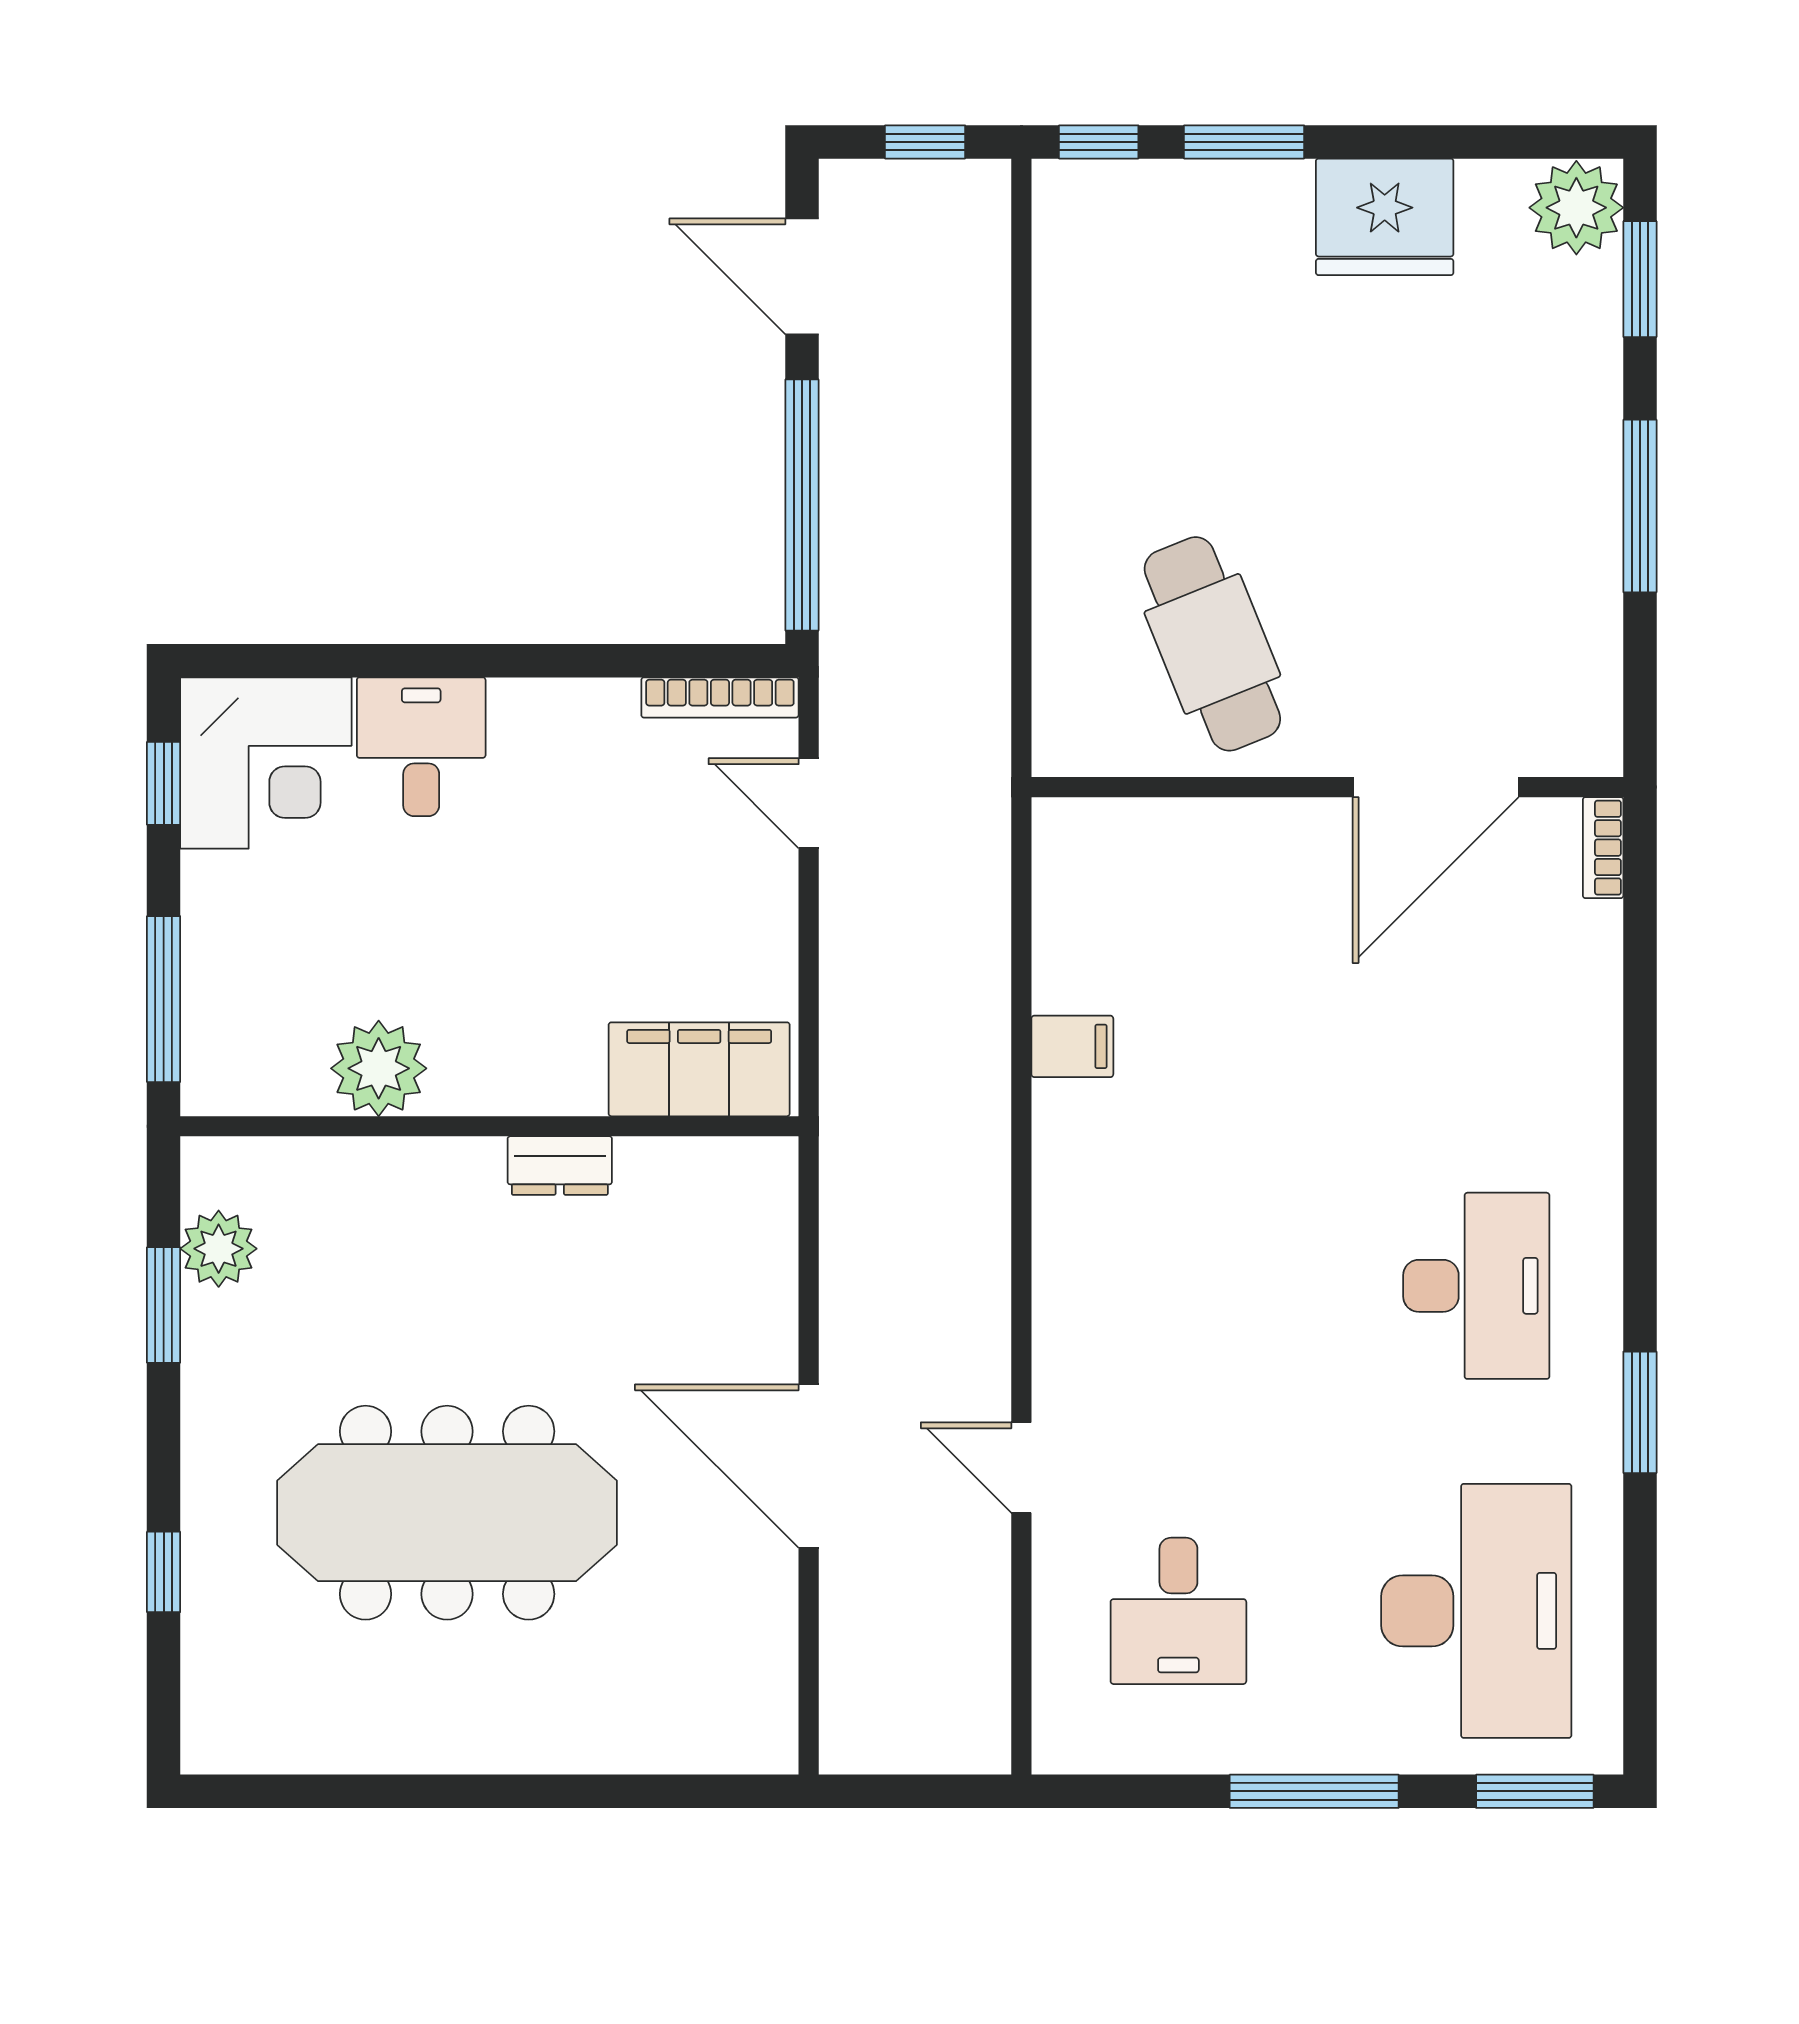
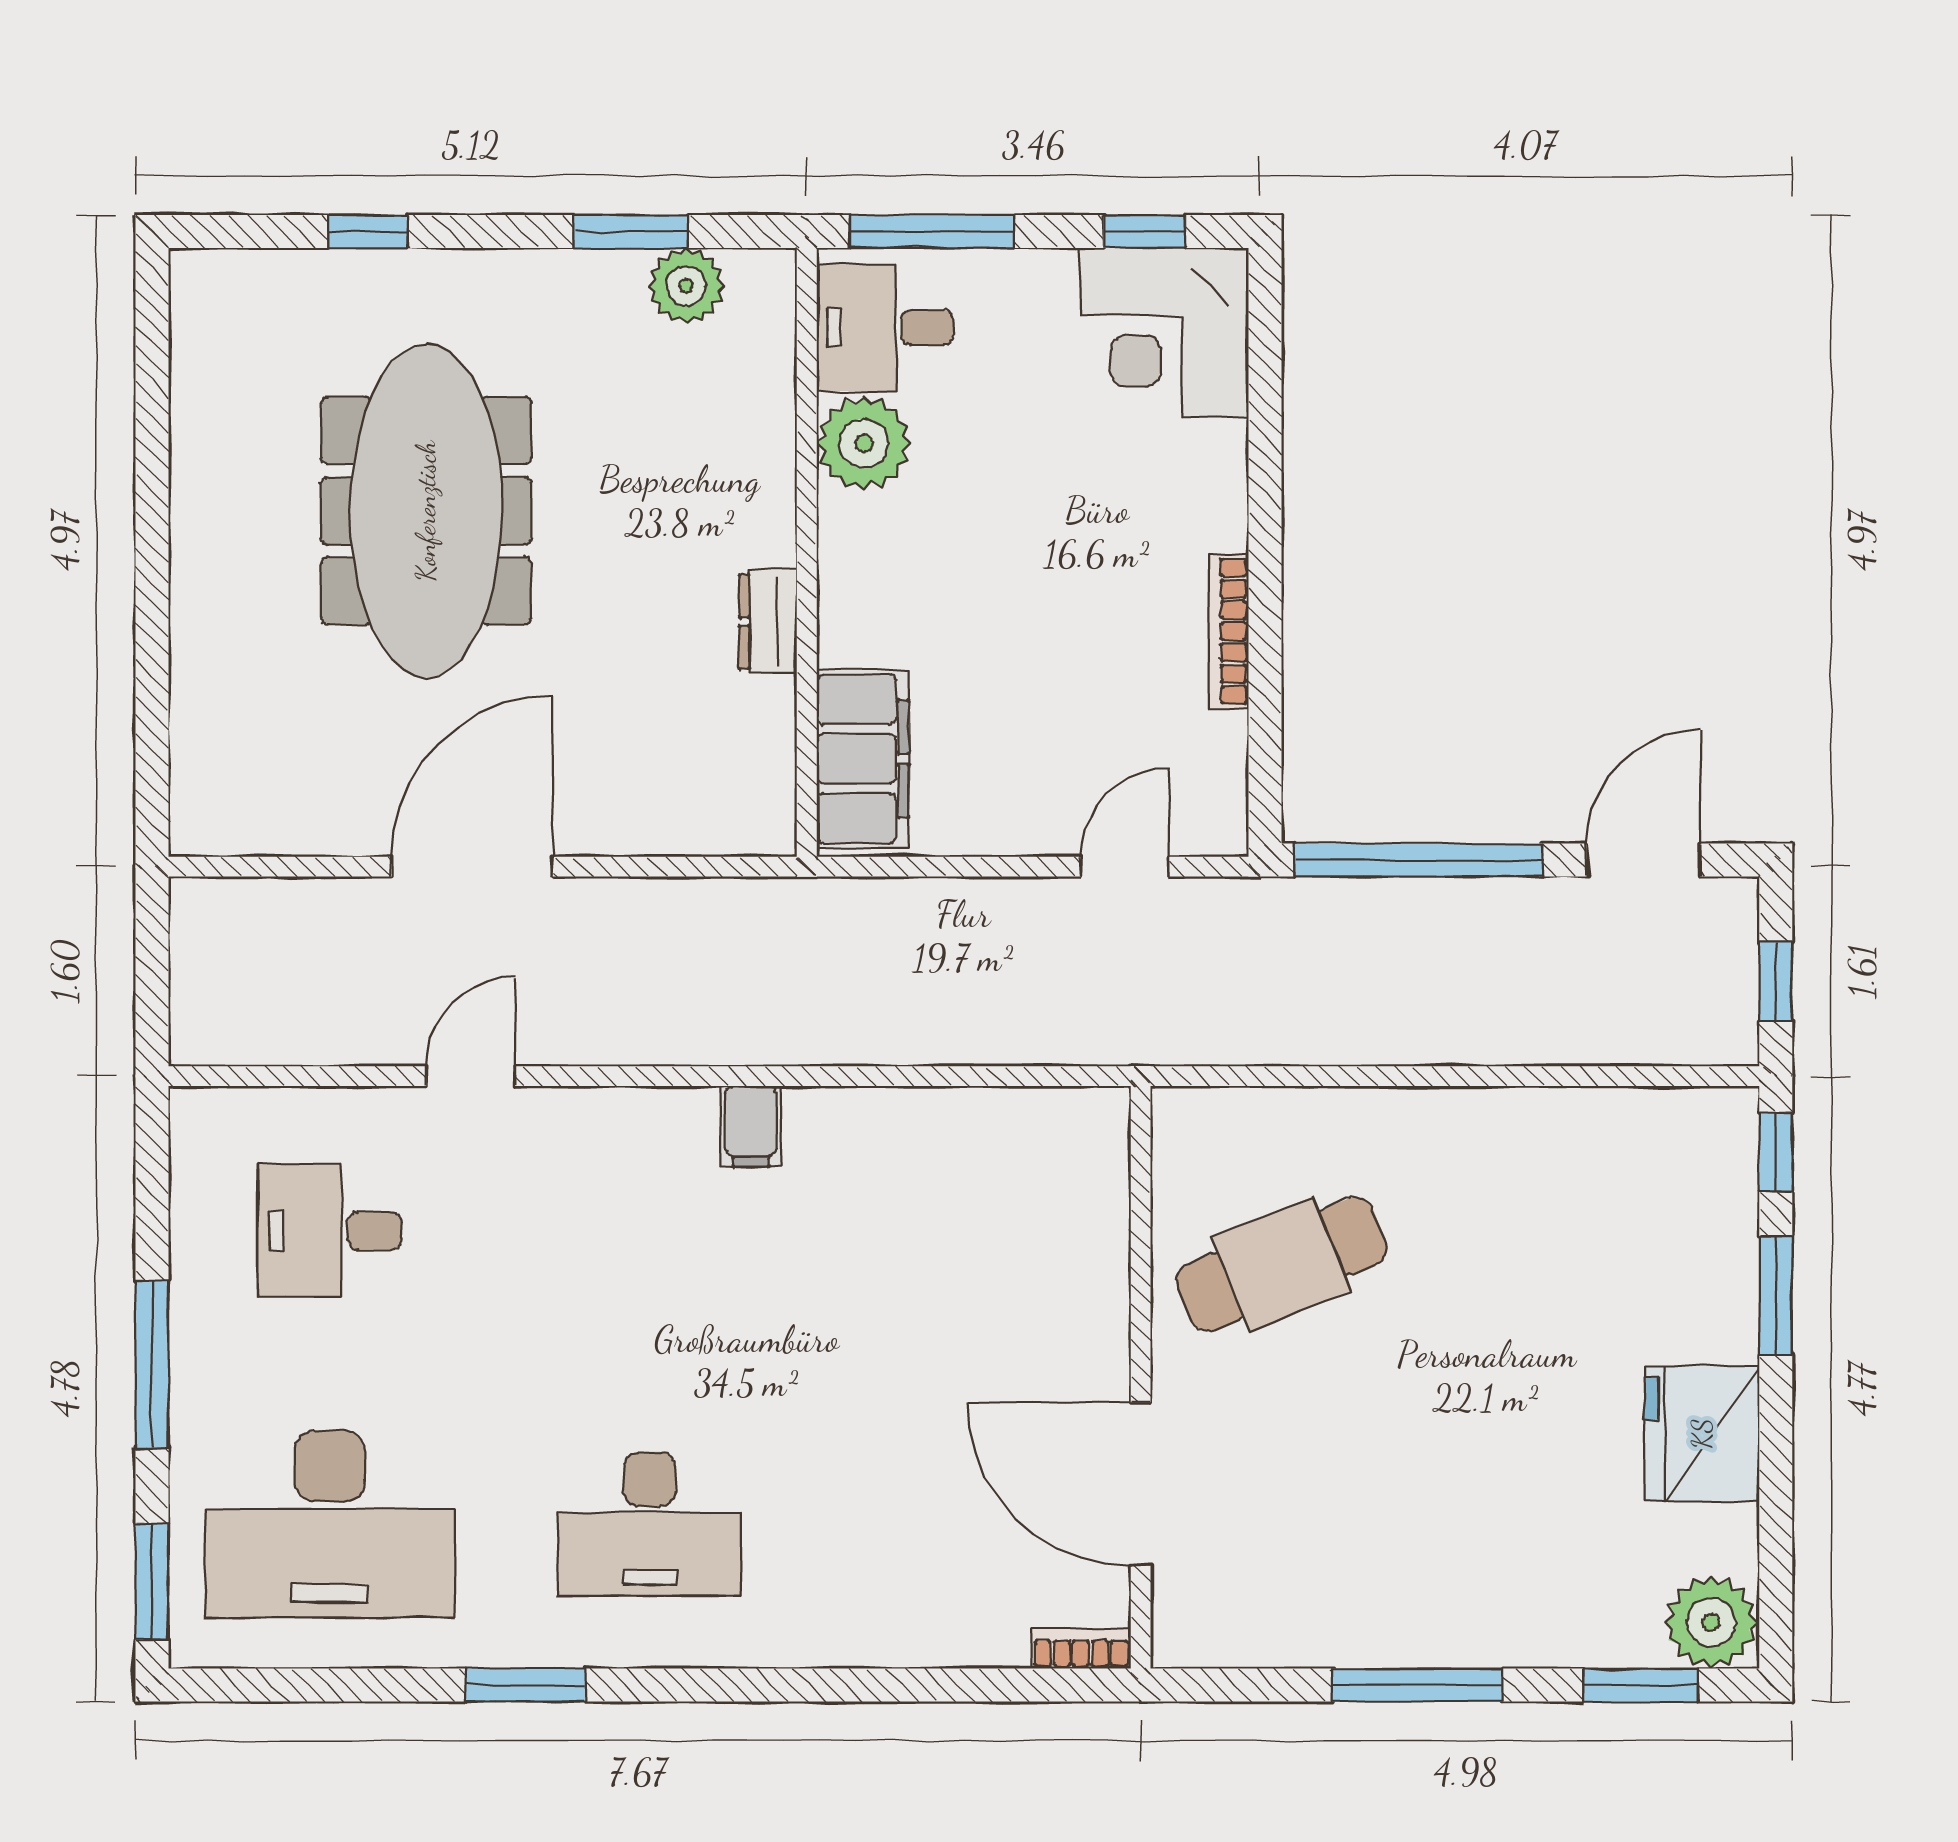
bookcase: (720, 697) -> (1229, 631), moved
desk: (421, 747) -> (885, 328), moved, turned 180
filing cabinet: (1072, 1046) -> (751, 1126), moved

